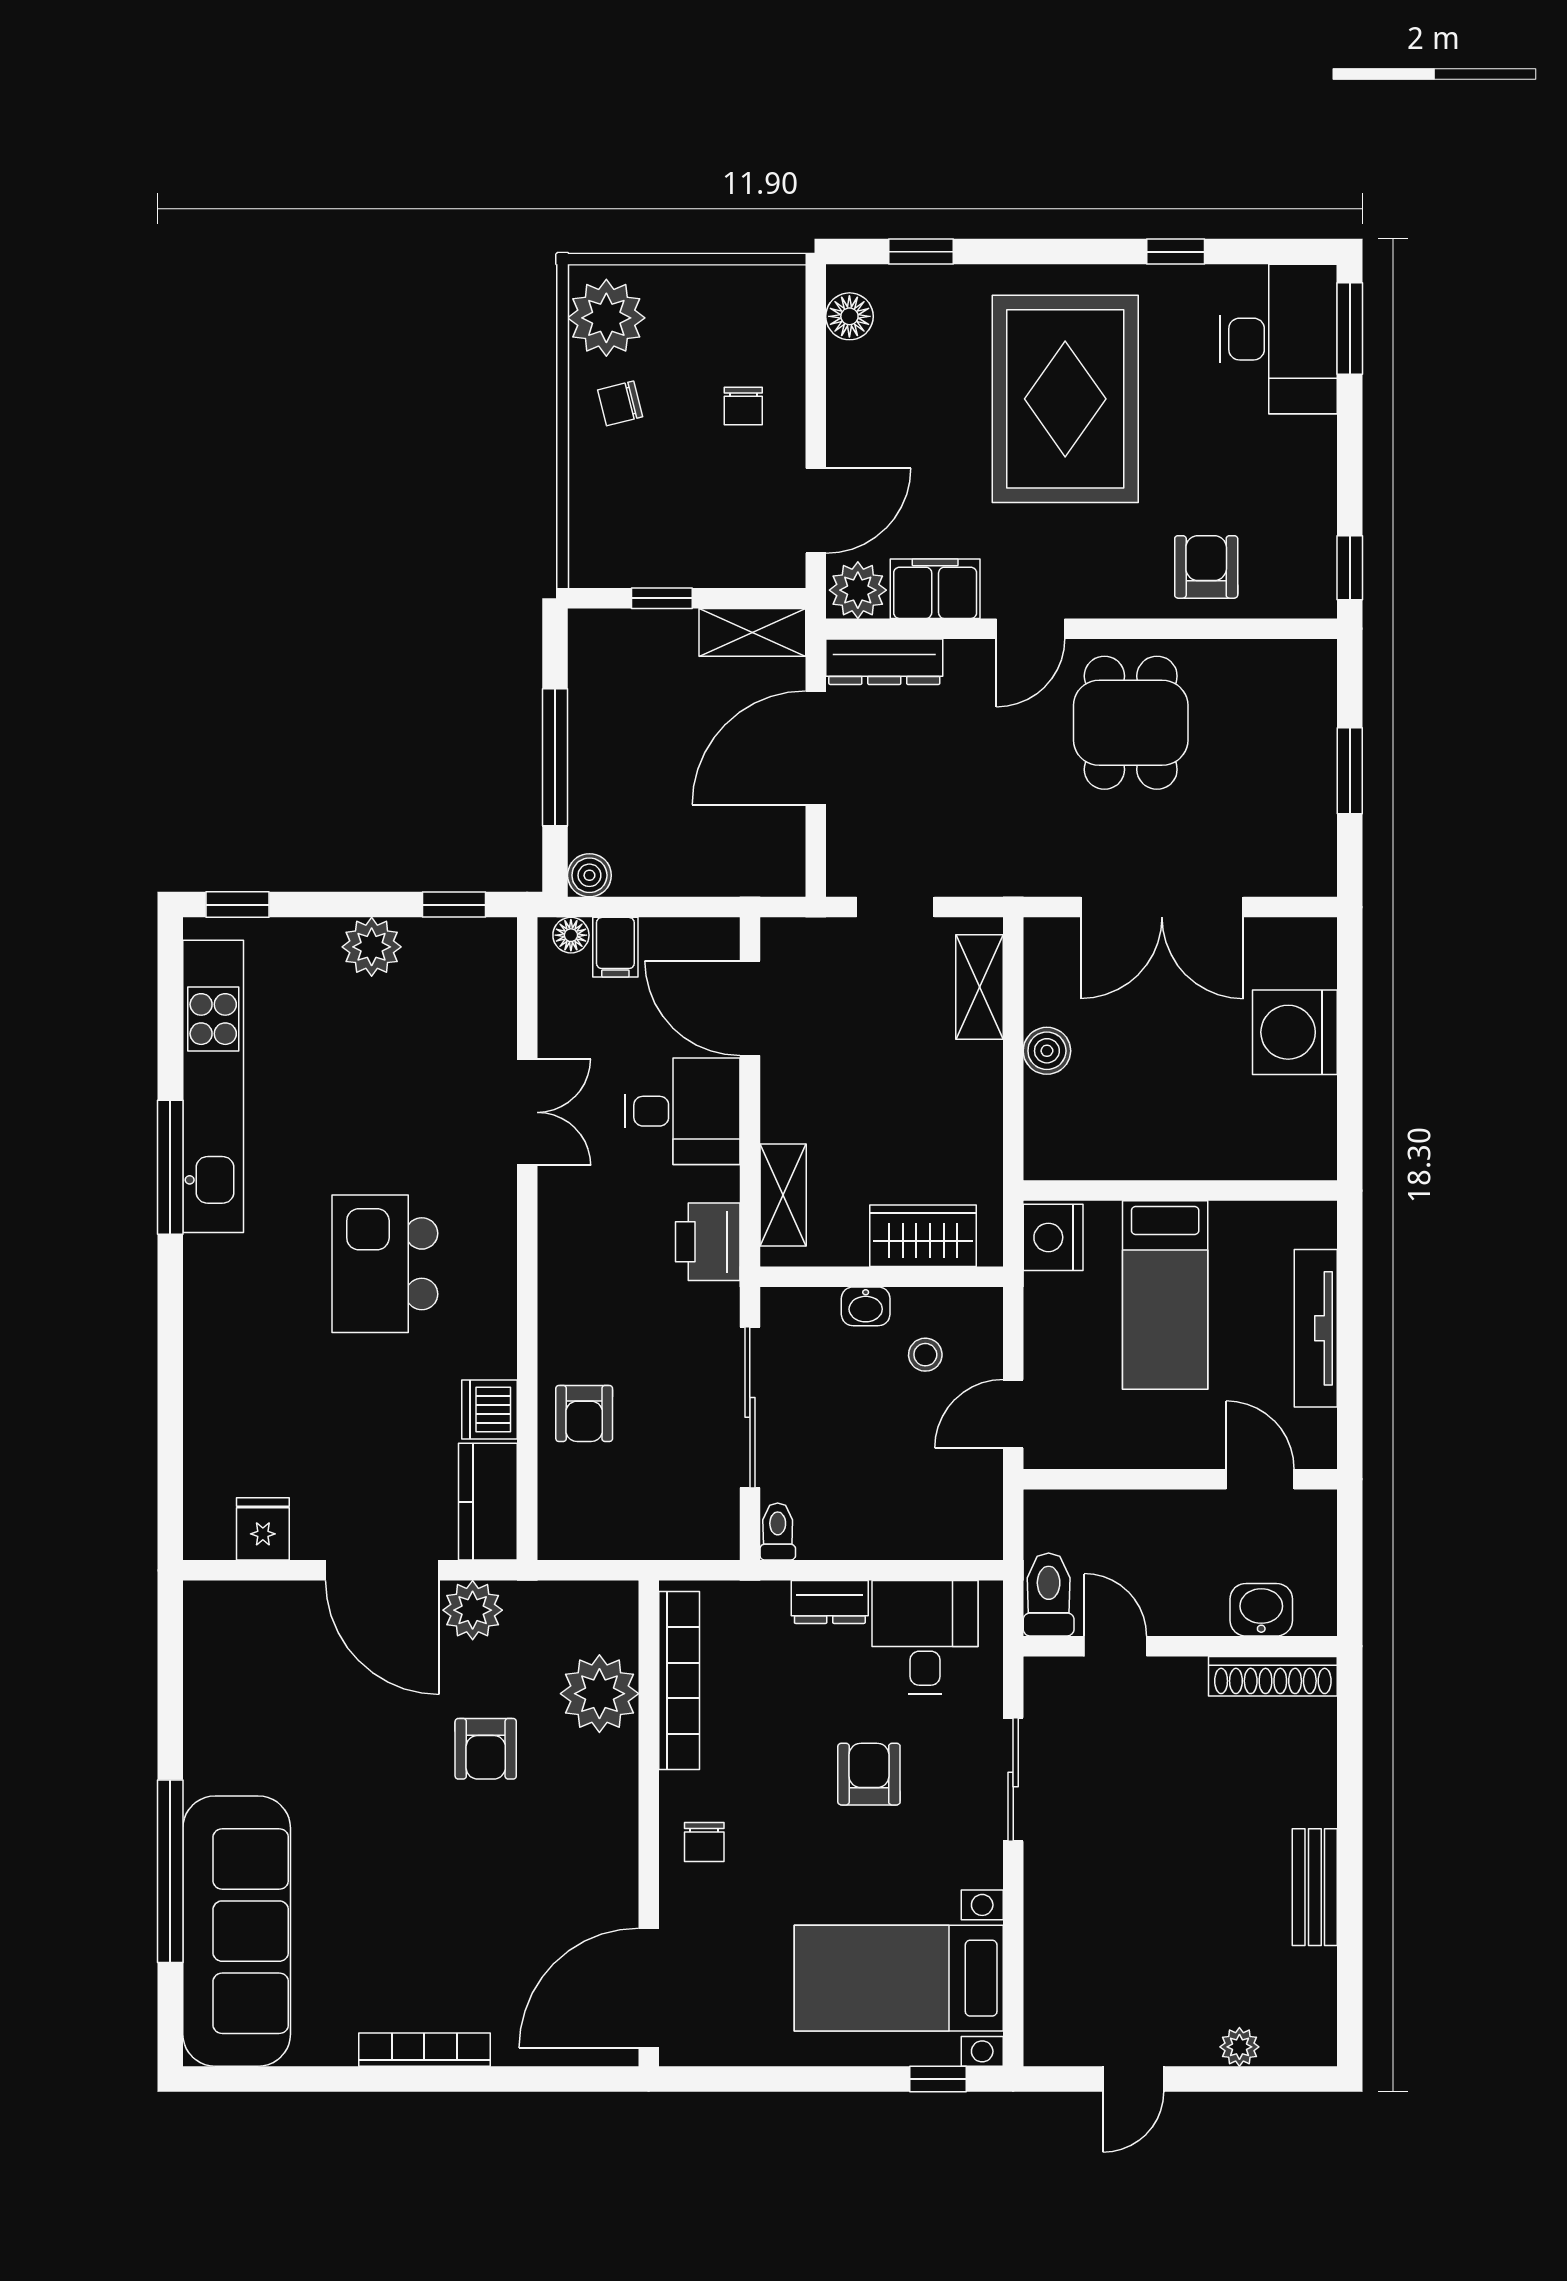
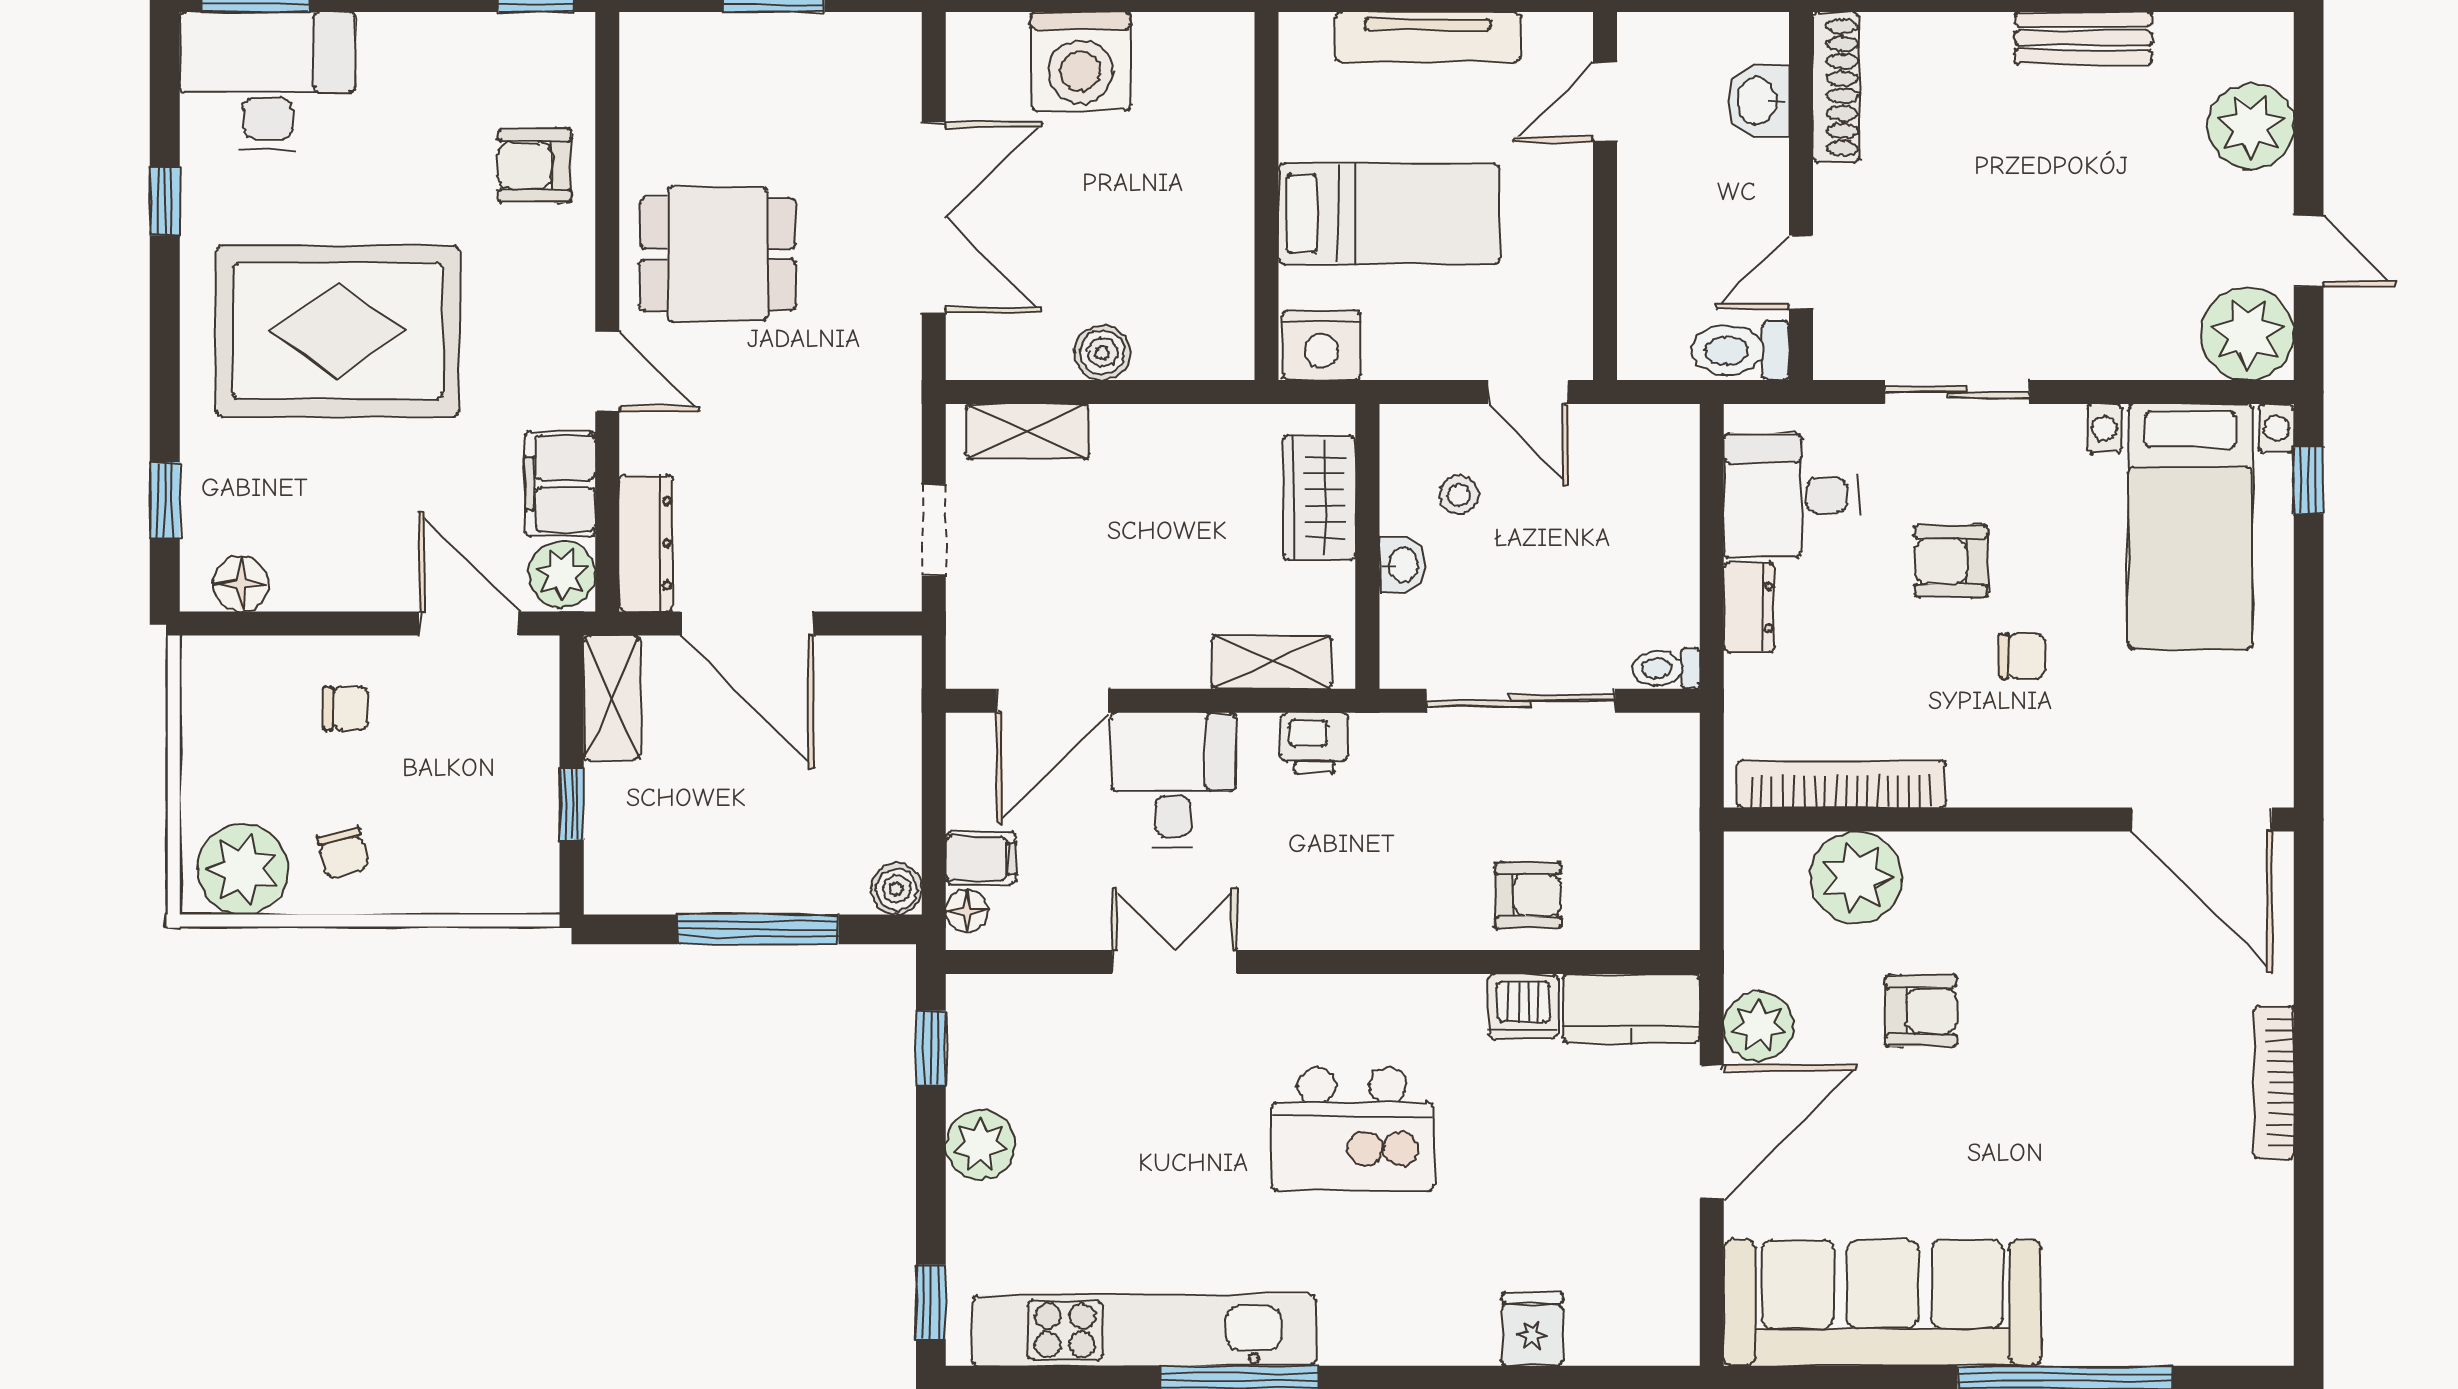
printer: (708, 1242) -> (1314, 743), width x0.73, depth x0.81
fridge: (263, 1529) -> (1532, 1329), moved, turned 90
chair: (704, 1842) -> (2022, 656), moved
sofa: (237, 1931) -> (1882, 1303), moved
plant: (1063, 2027) -> (2248, 334), added
plant: (1239, 2047) -> (2251, 127), width x1.88, depth x1.88

